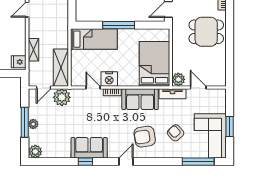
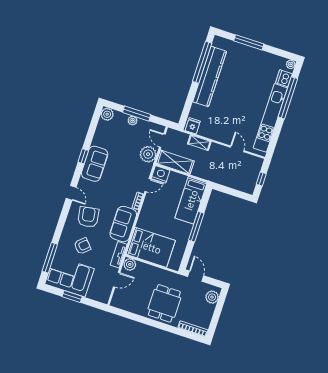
nightstand: (109, 79) -> (160, 174), moved, turned 90

